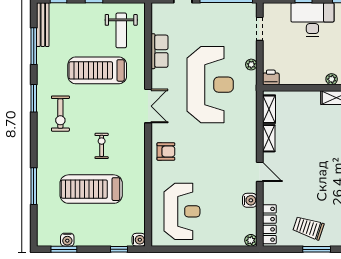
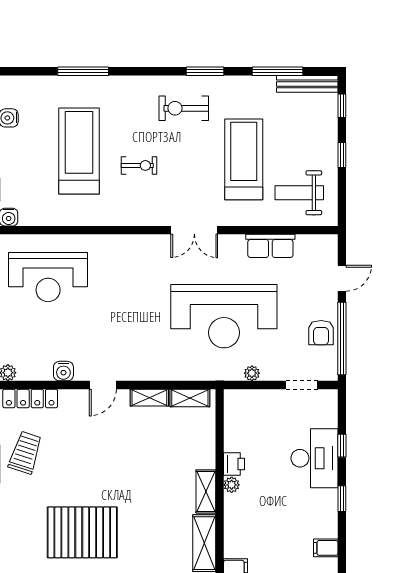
printer: (271, 77) -> (234, 464), moved
armchair: (166, 151) -> (321, 333), moved

